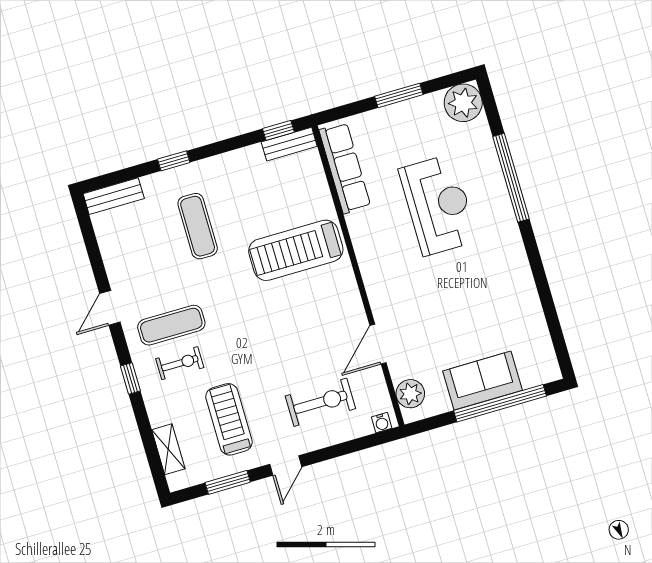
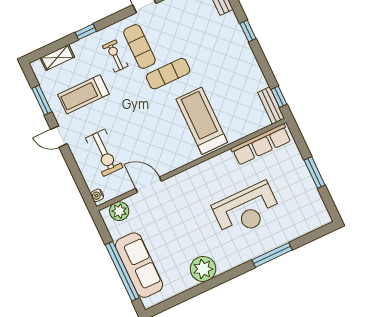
plant: (463, 103) -> (203, 269), moved
window: (511, 178) -> (272, 255), width x0.68
exercise mat: (198, 226) -> (168, 74), moved
exercise bike: (180, 363) -> (115, 56), turned 180
window: (130, 378) -> (86, 32), moved
sofa: (483, 381) -> (139, 265), width x1.36
treadmill: (229, 419) -> (83, 94), turned 180

